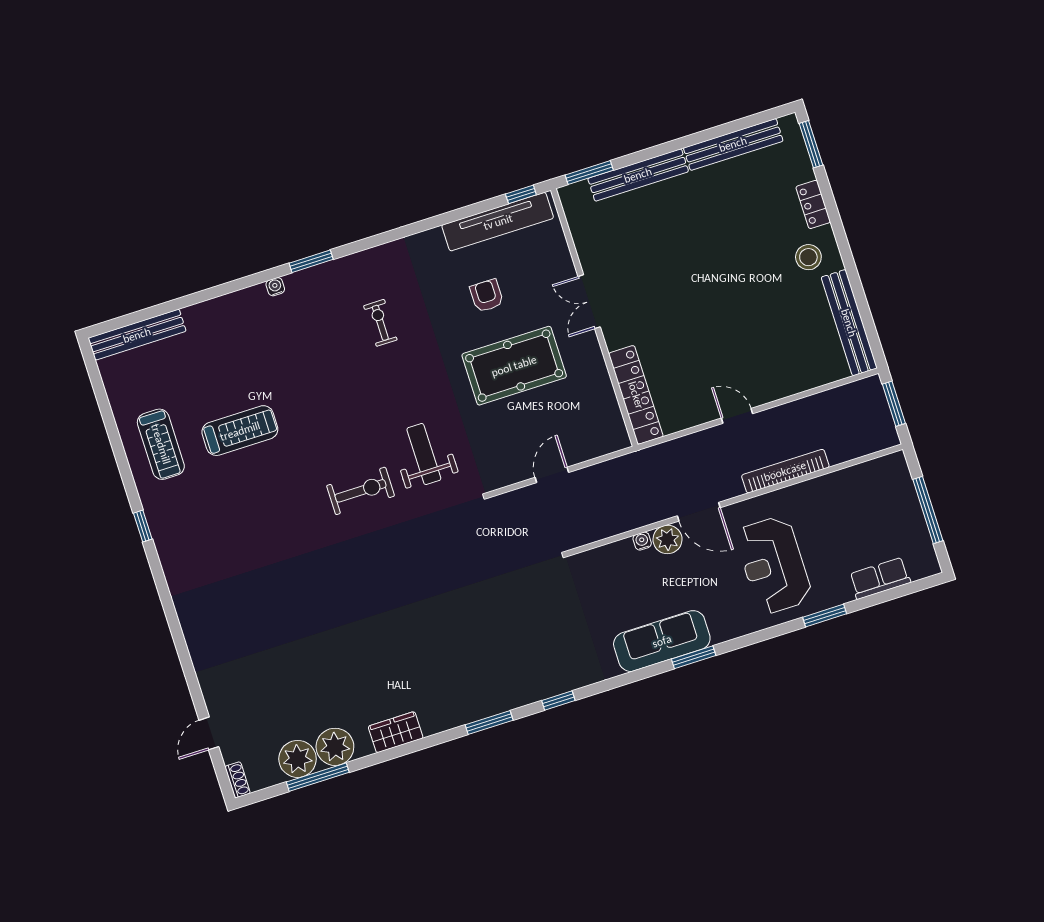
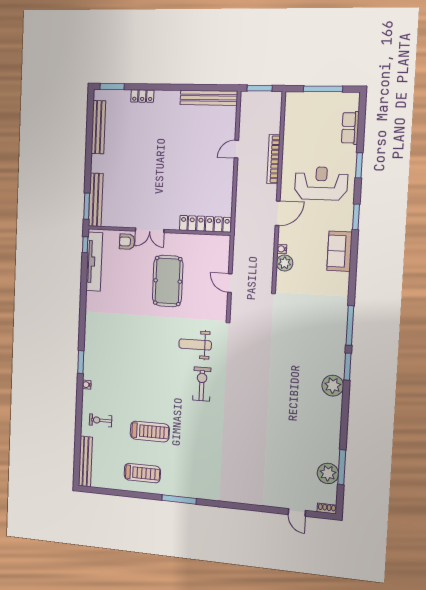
bench: (638, 175) -> (96, 200), moved
stool: (808, 257) -> (168, 108), removed
armchair: (487, 296) -> (127, 242), moved
exercise bike: (380, 323) -> (101, 420), moved
door: (737, 416) -> (236, 149), moved
treadmill: (240, 431) -> (150, 432), turned 90
window: (143, 526) -> (179, 499), width x2.17
plant: (668, 539) -> (285, 263), moved
reception desk: (774, 565) -> (321, 183), turned 180
sofa: (662, 641) -> (340, 251), width x0.73
window: (694, 657) -> (356, 217), moved
window: (558, 700) -> (350, 326), width x2.17
wardrobe: (396, 732) -> (334, 417), removed
plant: (335, 747) -> (333, 386), moved

